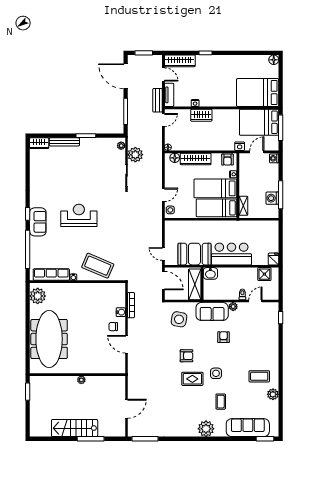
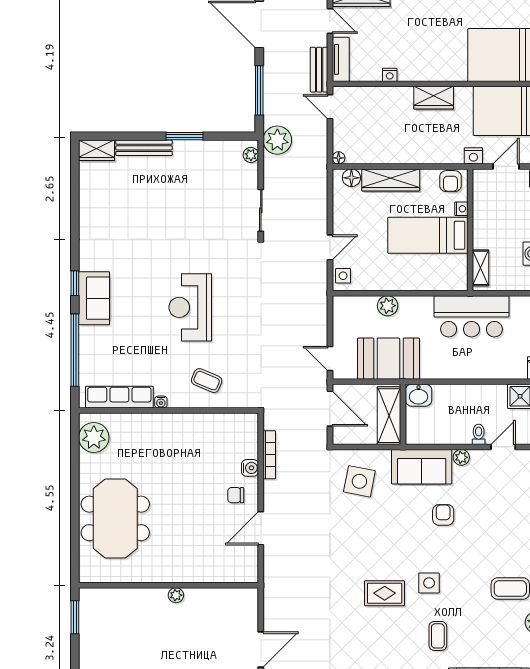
wardrobe: (201, 115) -> (434, 98), moved
door: (163, 120) -> (330, 107), swing flipped
plant: (135, 155) -> (277, 140), moved
bed: (217, 208) -> (430, 272), removed
reception desk: (79, 215) -> (190, 307), moved, turned -90
plant: (194, 226) -> (388, 306), added
bar counter: (231, 254) -> (472, 316), moved, turned 180
coffee table: (98, 266) -> (207, 381), width x0.54, depth x0.58
meeting table: (49, 339) -> (115, 518), width x0.73
door: (127, 344) -> (261, 528), hinge flipped
armchair: (186, 356) -> (373, 550), removed

